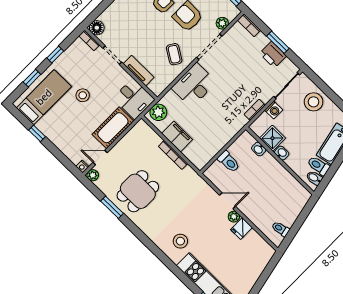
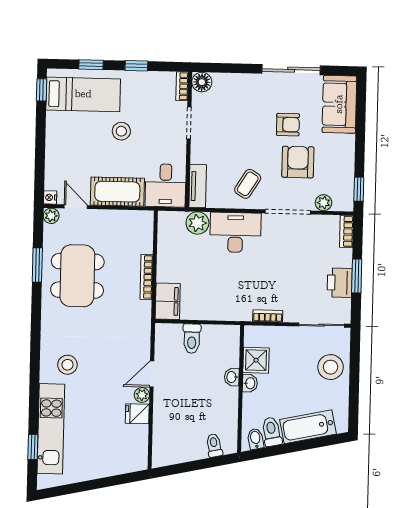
tv unit: (139, 71) -> (198, 186), moved
washing machine: (274, 110) -> (285, 335), removed
plant: (158, 112) -> (197, 223), moved
window: (37, 133) -> (42, 90), moved
filing cabinet: (177, 136) -> (168, 301), moved
washbasin: (259, 149) -> (232, 377), moved
dining table: (138, 191) -> (77, 276), width x1.38
door: (228, 201) -> (152, 374), swing flipped
toilet: (281, 229) -> (214, 445), moved

